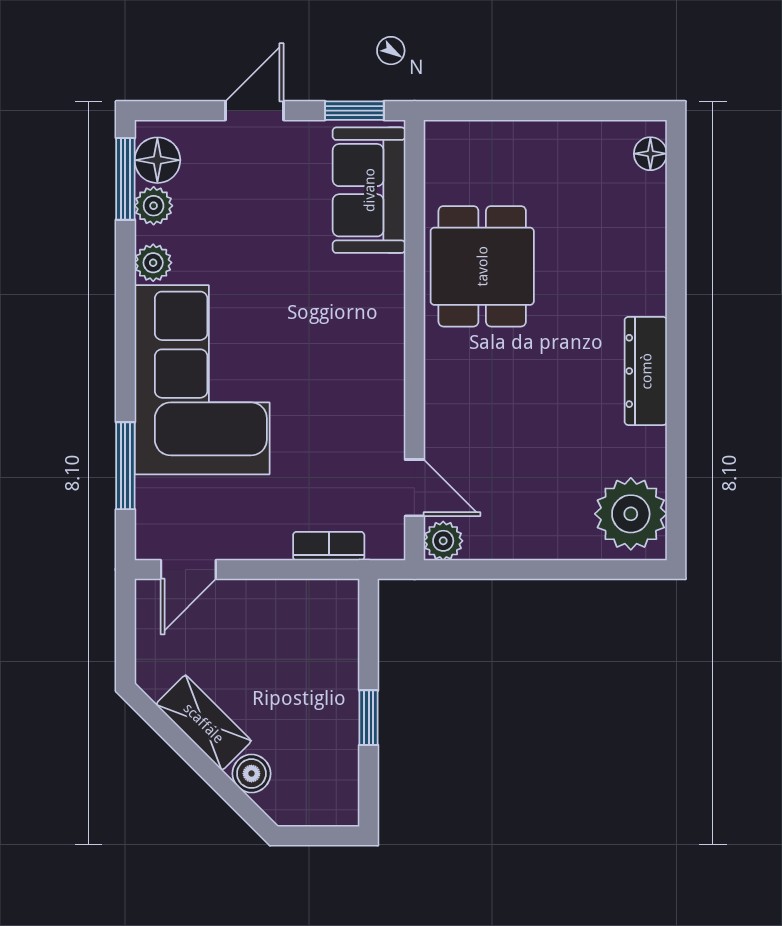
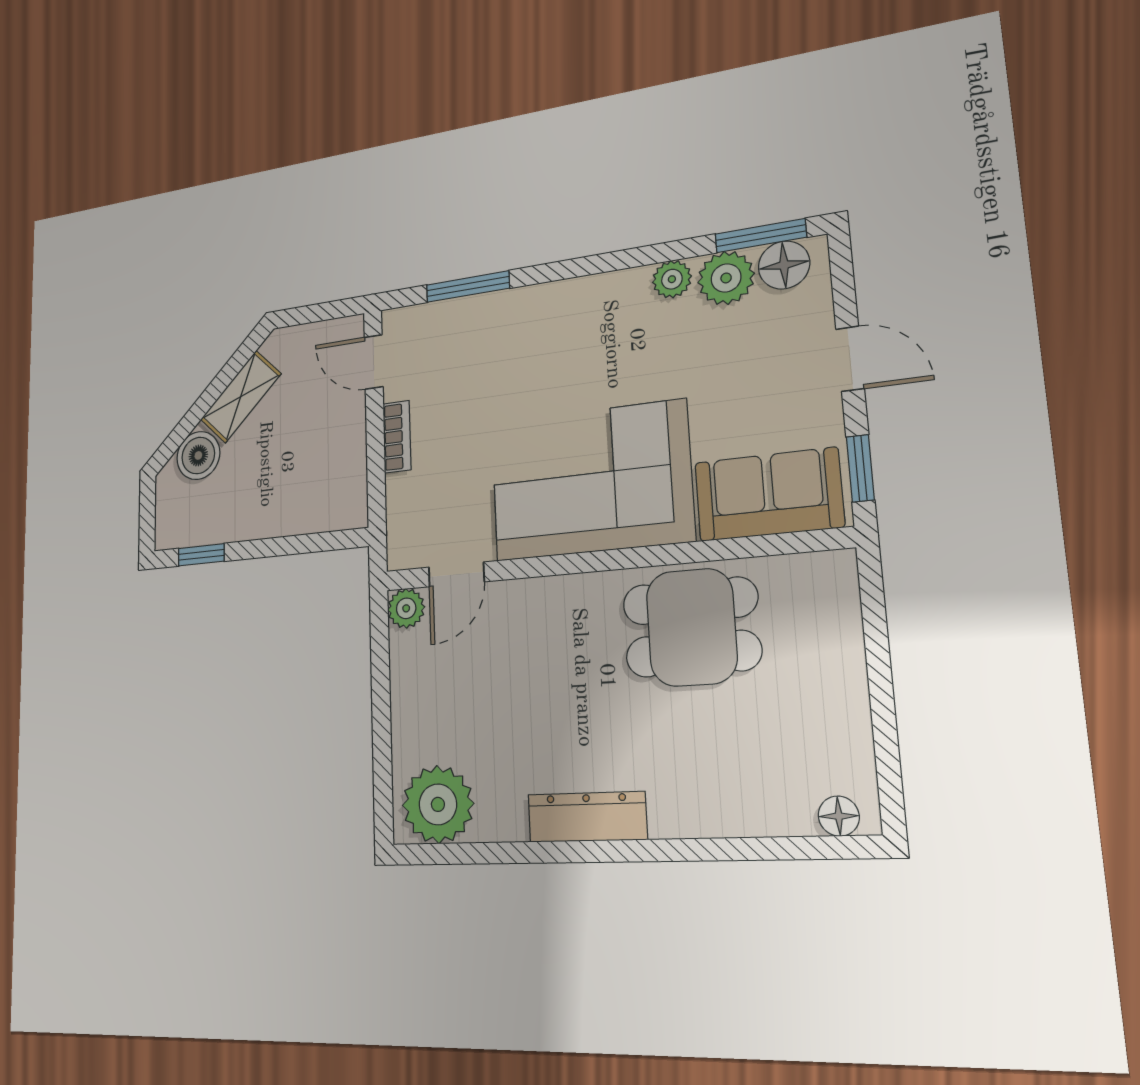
plant: (154, 206) -> (726, 278), width x1.38, depth x1.38
corner sofa: (202, 380) -> (590, 481), moved, turned 180
bookcase: (329, 546) -> (397, 437), moved
window: (369, 718) -> (201, 555), moved
boiler: (251, 774) -> (198, 455), width x1.36, depth x1.36

